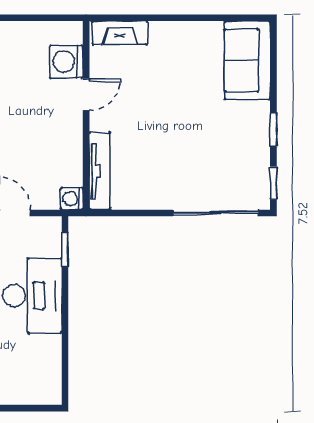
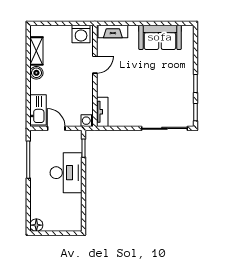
sofa: (247, 60) -> (160, 37), moved, turned -90
washing machine: (66, 62) -> (81, 34), moved, turned -90
tv unit: (100, 171) -> (102, 112), width x0.71

